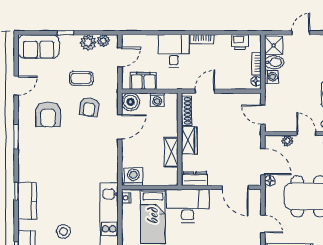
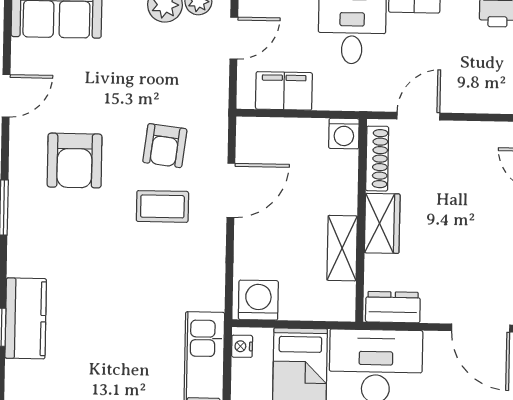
coffee table: (81, 78) -> (162, 206), moved
washing machine: (157, 100) -> (344, 134), moved
boiler: (131, 102) -> (255, 136), removed
kitchen counter: (27, 201) -> (26, 318), moved

